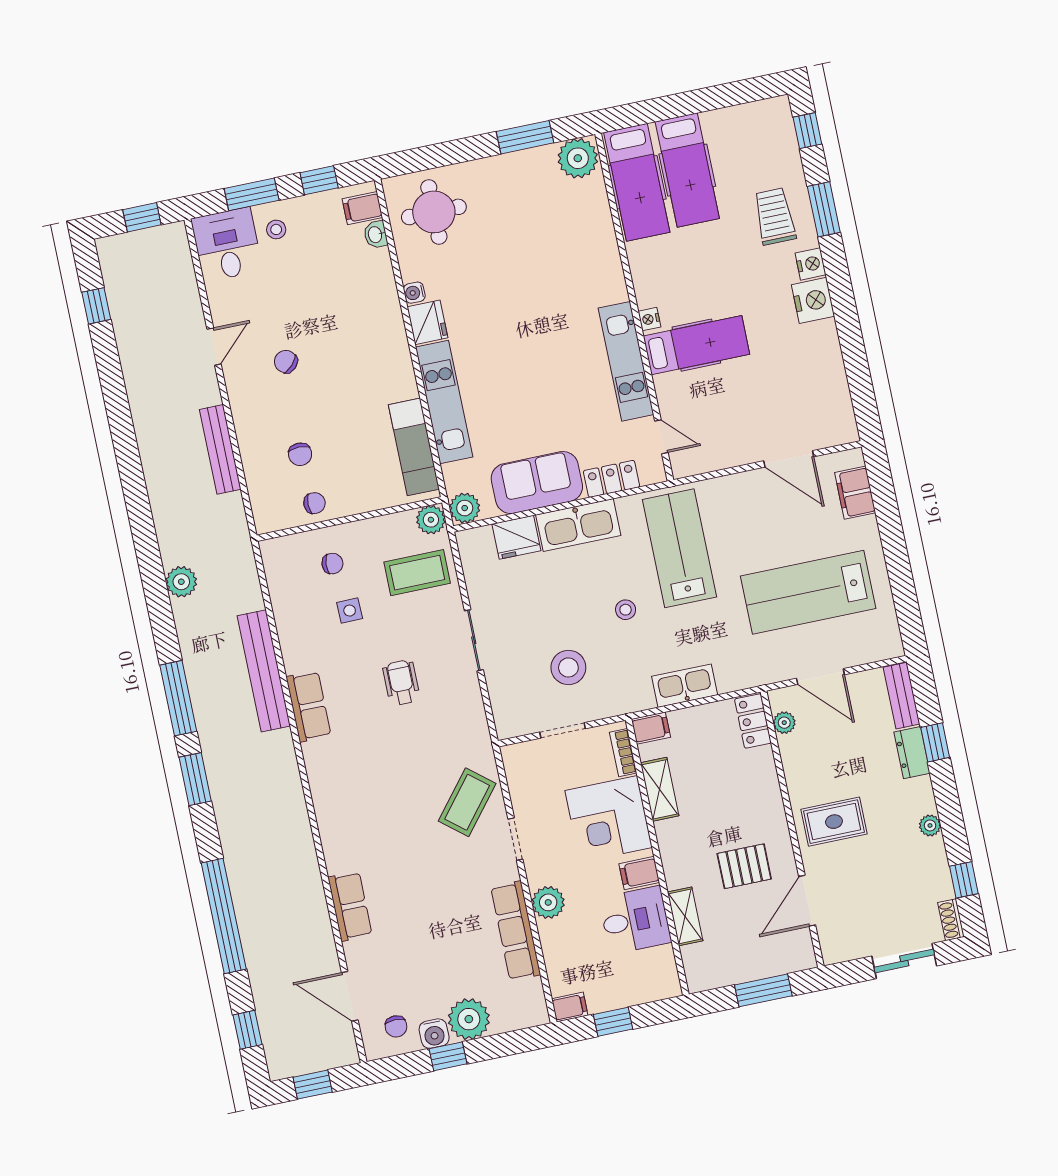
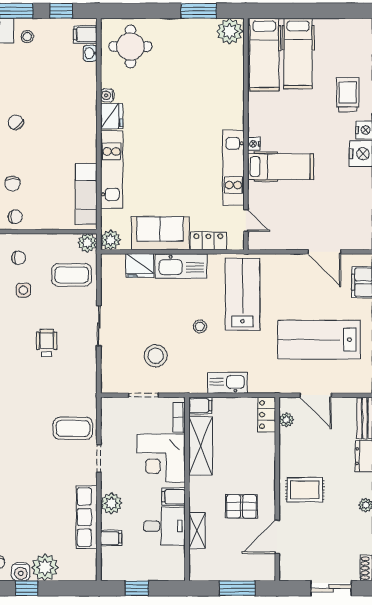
shelving: (660, 789) -> (201, 446), width x1.50, depth x1.33
coffee table: (467, 802) -> (73, 428), turned 51
filing cabinet: (570, 1007) -> (111, 538), moved

